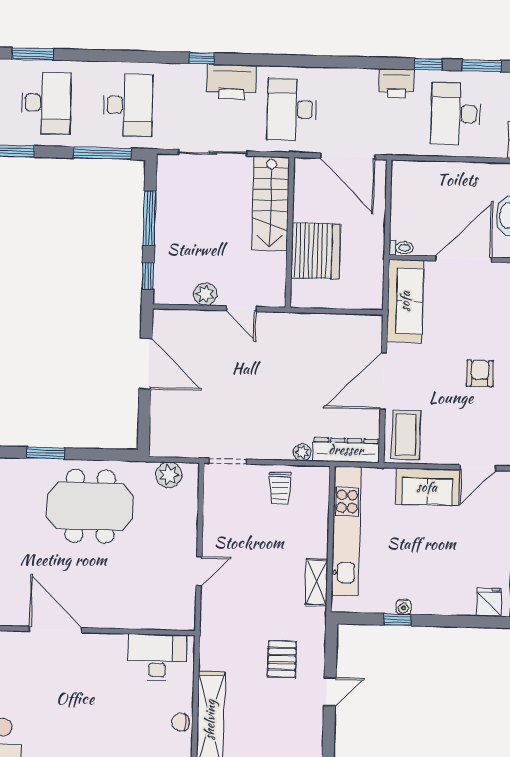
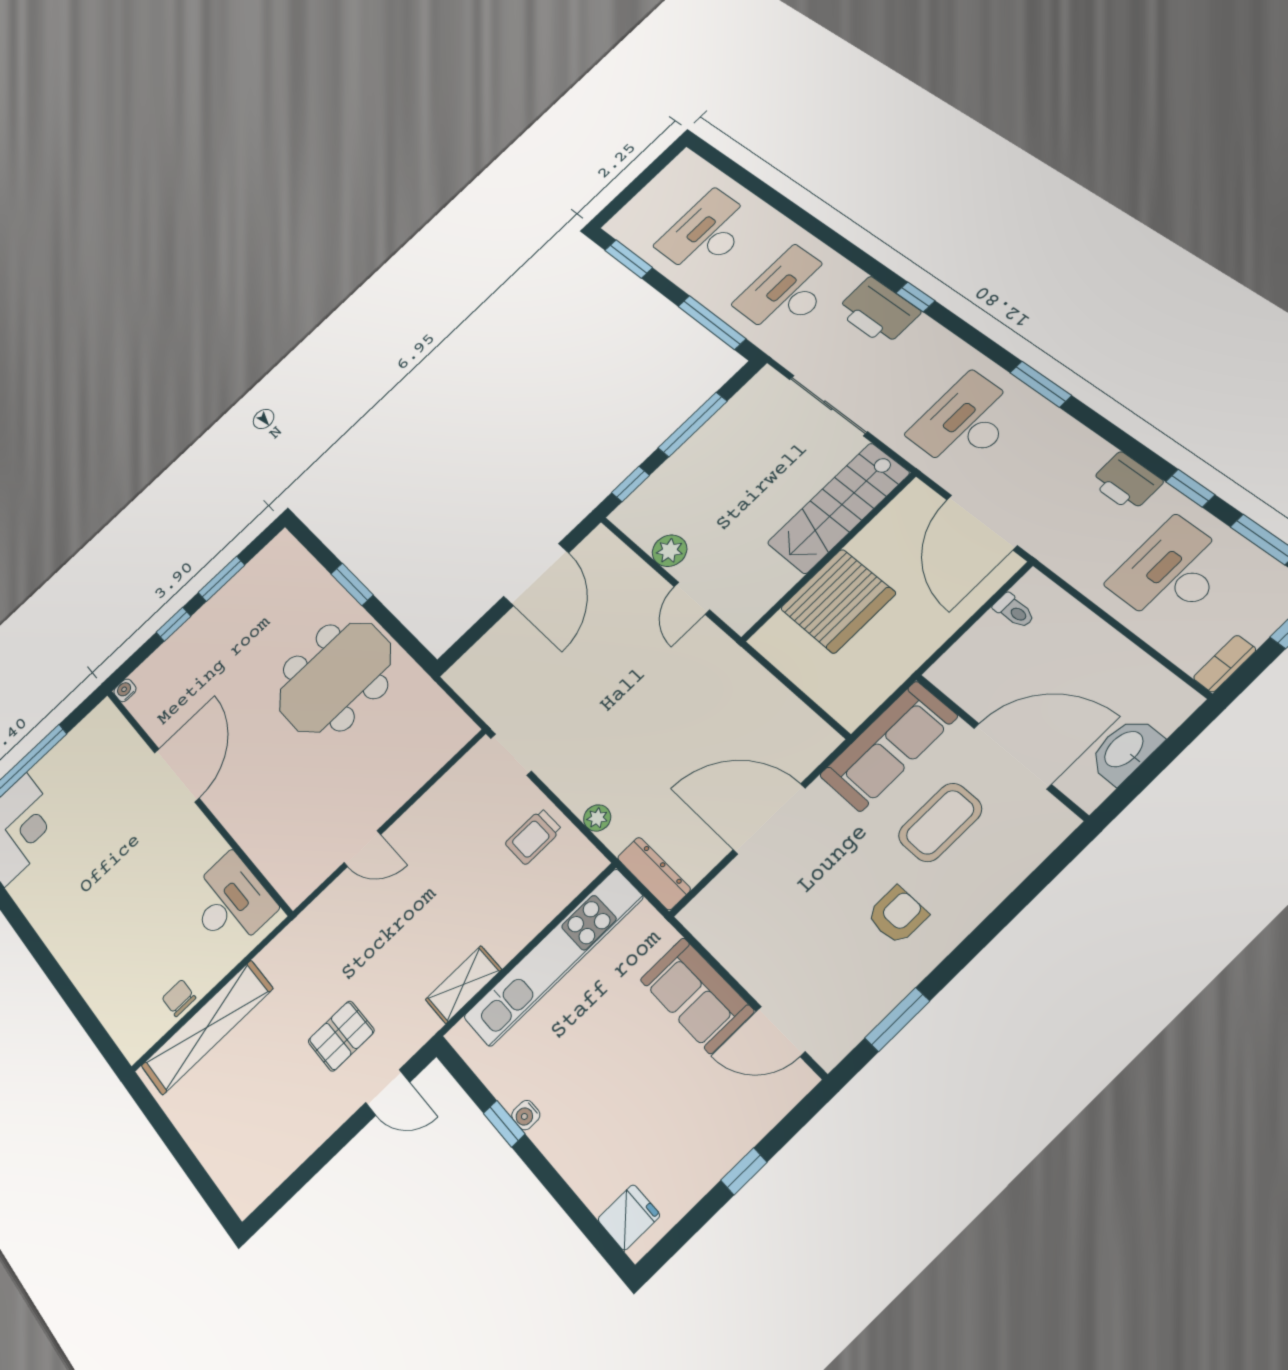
window: (33, 54) -> (1041, 384), moved
printer: (232, 82) -> (878, 311), moved
desk: (46, 103) -> (706, 233), turned 180
desk: (128, 105) -> (787, 292), turned 180
toilet: (401, 248) -> (1014, 611), moved
coffee table: (406, 435) -> (940, 822), moved
dresser: (346, 450) -> (654, 873), width x0.73, depth x0.80
plant: (169, 475) -> (439, 714), removed
meeting table: (90, 506) -> (335, 677), turned 90
door: (330, 692) -> (388, 1092), moved

